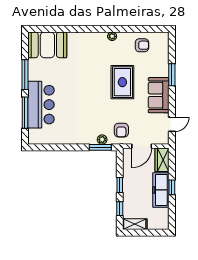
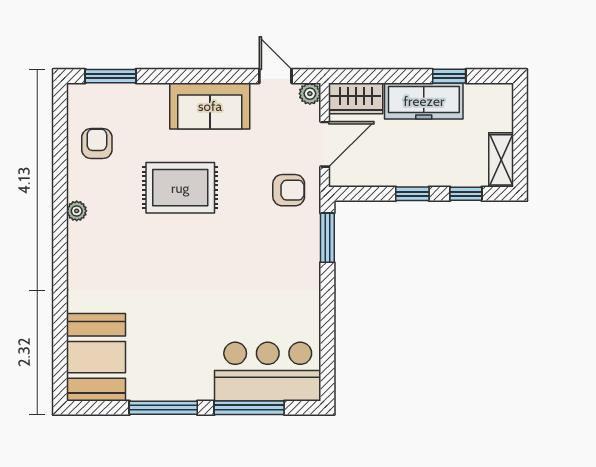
window: (172, 75) -> (111, 76), moved
bar counter: (41, 105) -> (268, 372), moved
plant: (102, 140) -> (310, 94), moved
door: (142, 146) -> (325, 144), hinge flipped
window: (172, 187) -> (449, 76), moved

